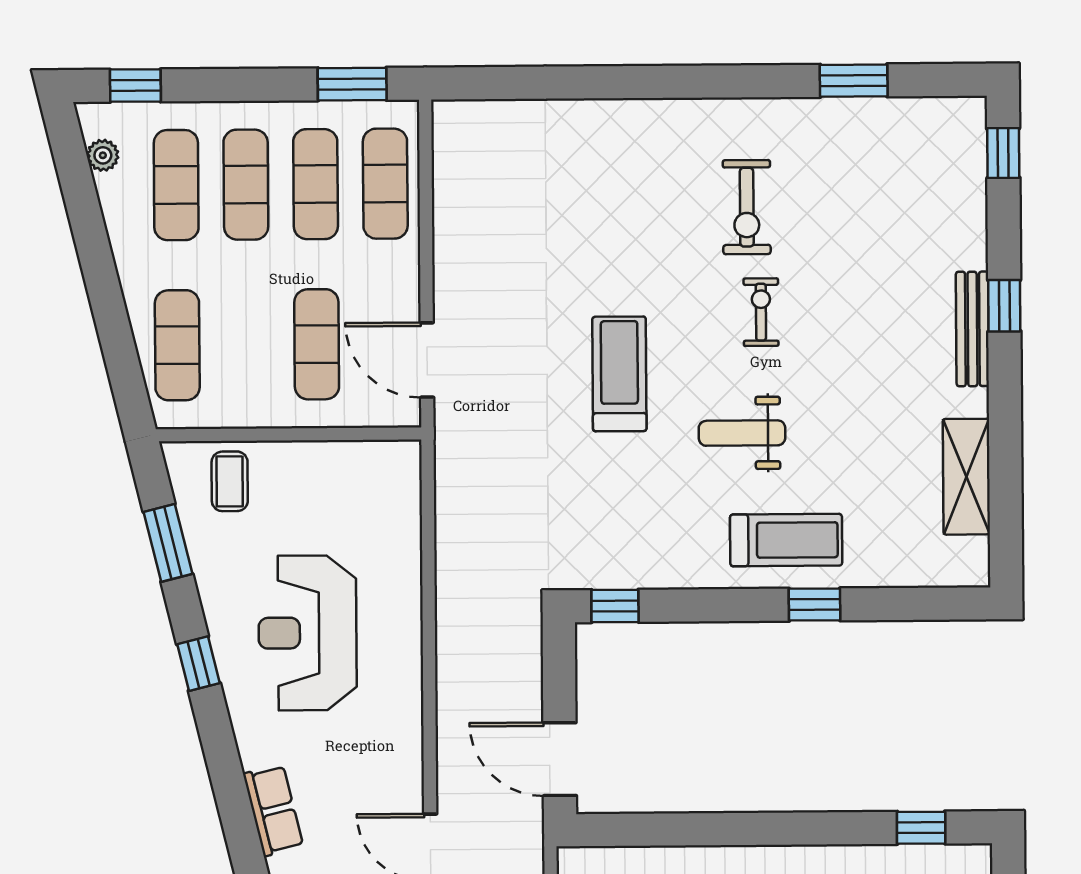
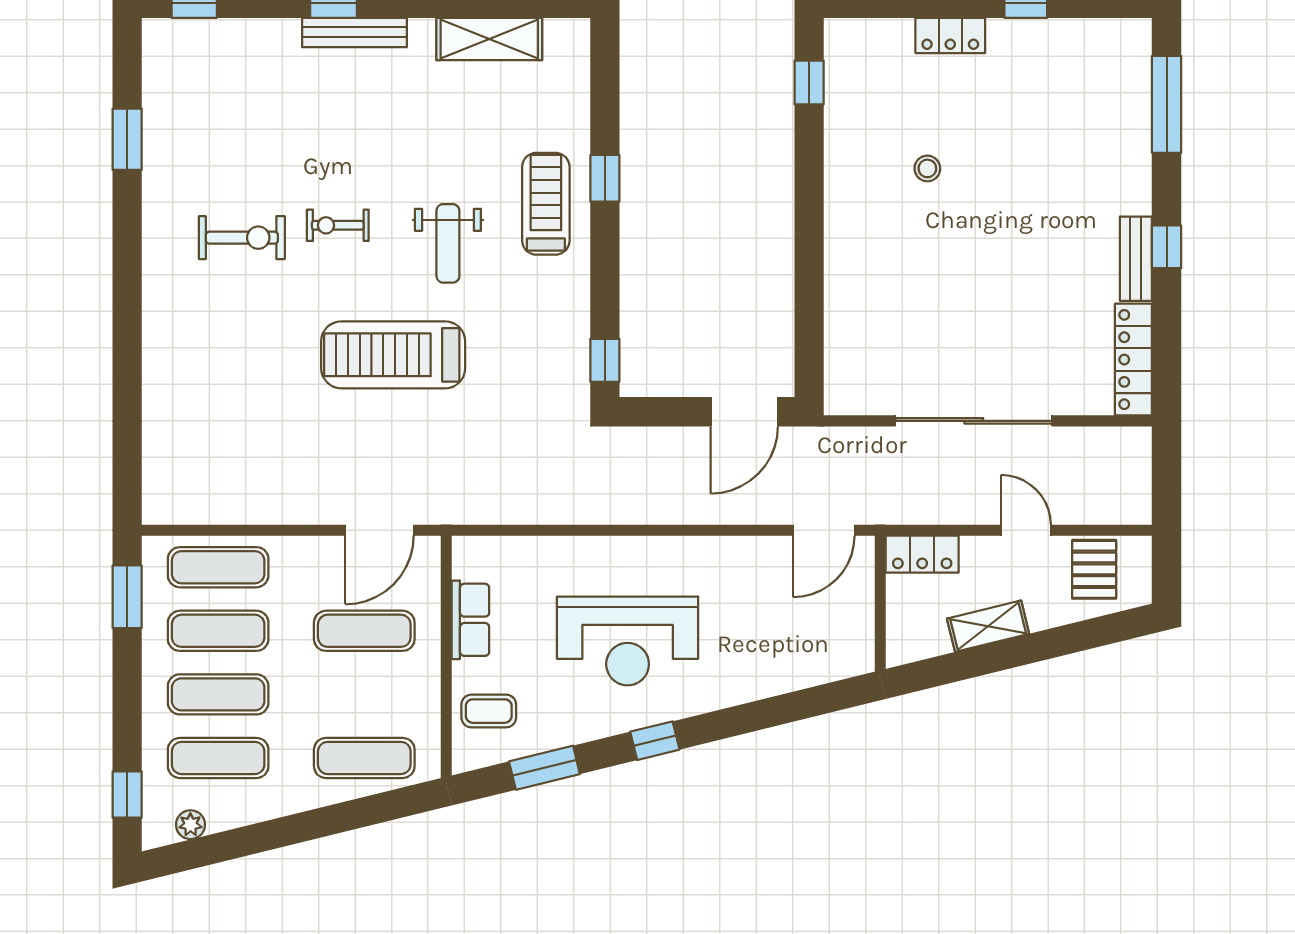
treadmill: (619, 374) -> (393, 355), width x1.37, depth x1.38
row of seats: (273, 810) -> (470, 620), moved, turned 104

